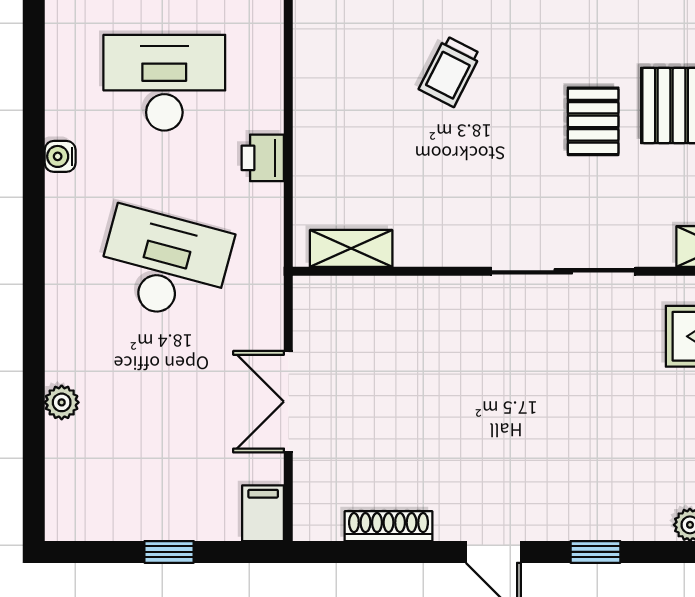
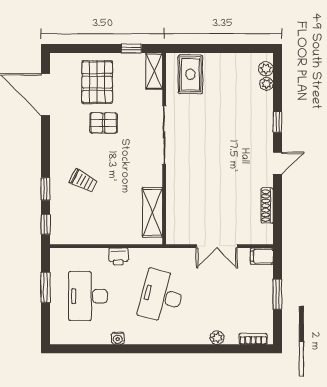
shelving: (351, 248) -> (152, 212), width x1.50, depth x1.33
bookcase: (58, 492) -> (253, 339), added
window: (169, 552) -> (277, 294), width x1.50

